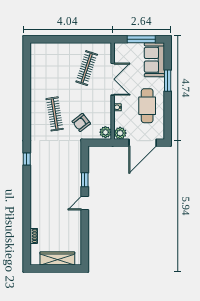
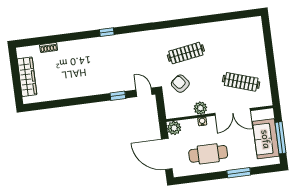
sofa: (154, 60) -> (266, 139), moved, turned -90
plant: (105, 132) -> (200, 108), moved
window: (27, 159) -> (107, 32), moved
door: (85, 203) -> (144, 92), moved

